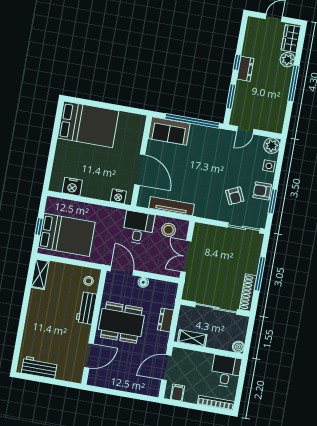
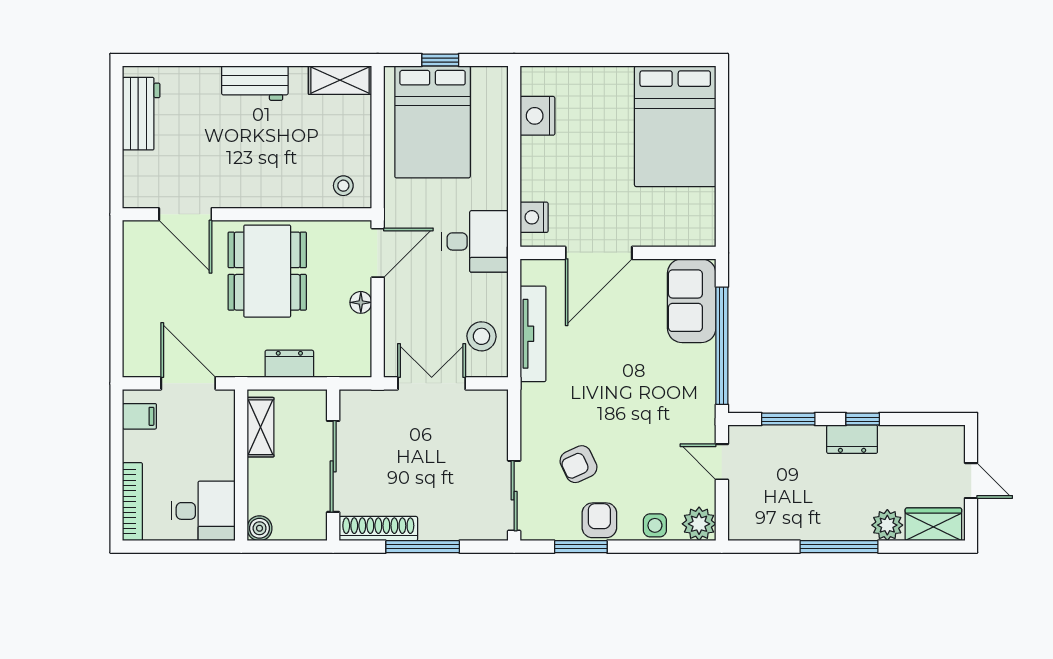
desk: (138, 228) -> (475, 241), moved
workbench: (86, 308) -> (255, 83), moved, turned 180

